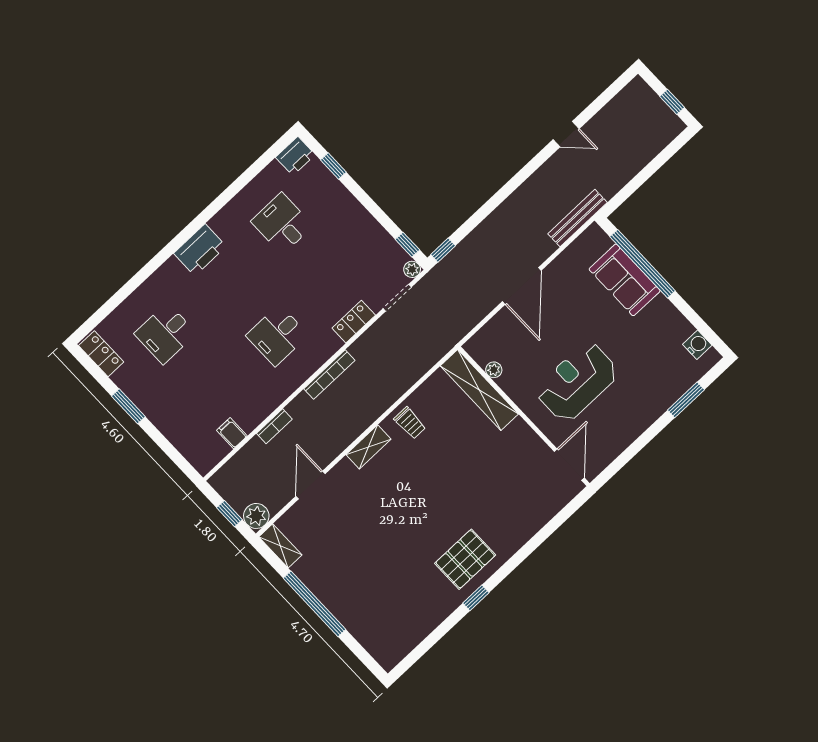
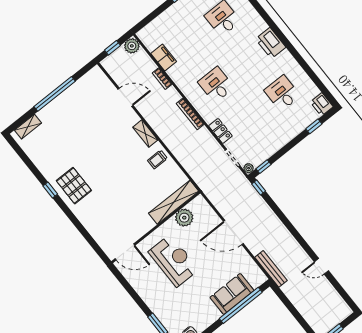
door: (566, 134) -> (321, 266), hinge flipped
desk: (282, 224) -> (282, 93), turned -90
plant: (494, 370) -> (184, 218), width x1.87, depth x1.87
filing cabinet: (232, 433) -> (164, 57), width x2.00
plant: (256, 516) -> (132, 46), moved
shelving: (280, 546) -> (28, 127), moved

